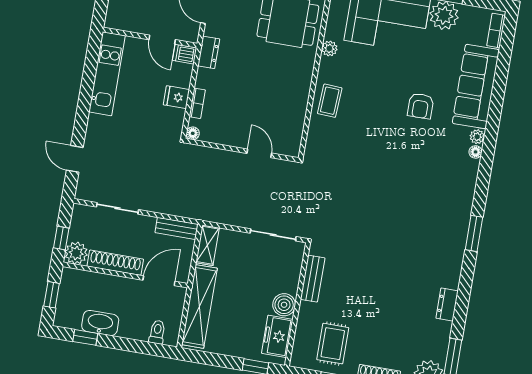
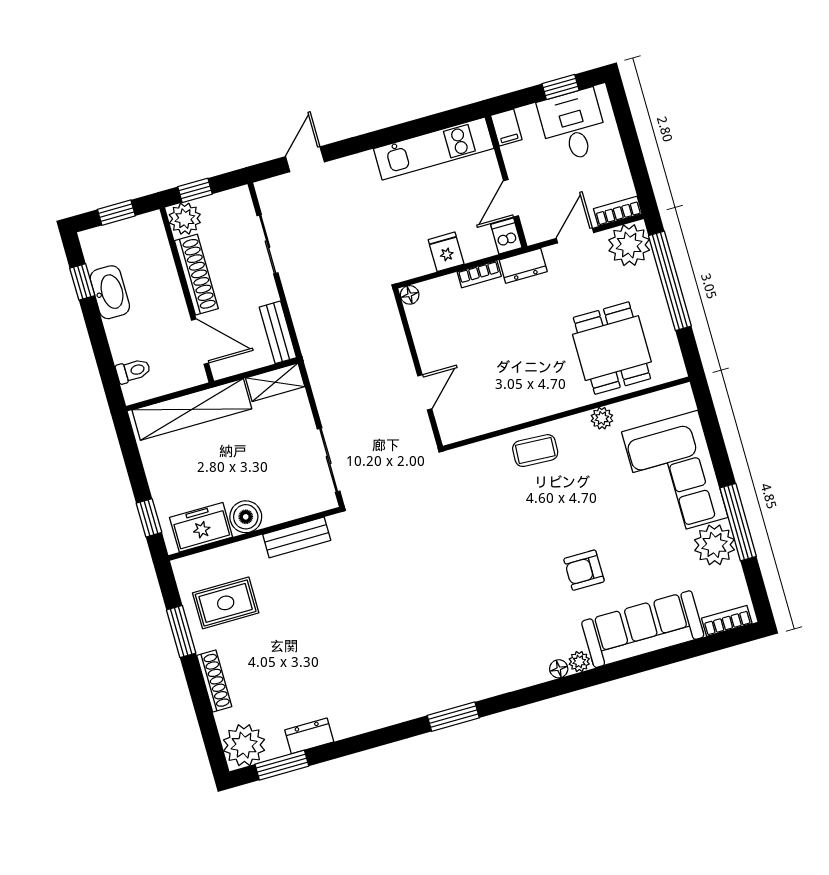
filing cabinet: (116, 21) -> (506, 128), added
bookcase: (197, 103) -> (479, 274), moved
dresser: (447, 305) -> (309, 736), moved

